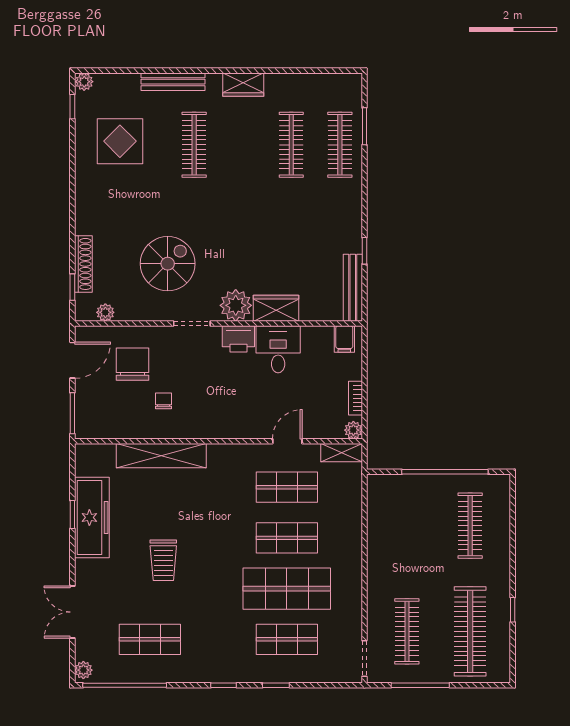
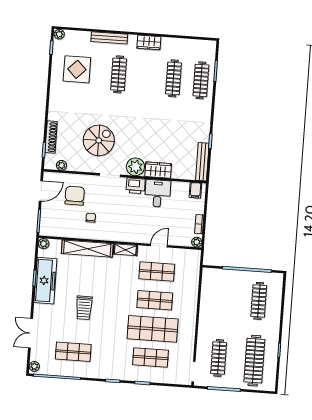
plant: (84, 453) -> (44, 244), added
shelving: (342, 453) -> (125, 250), moved

